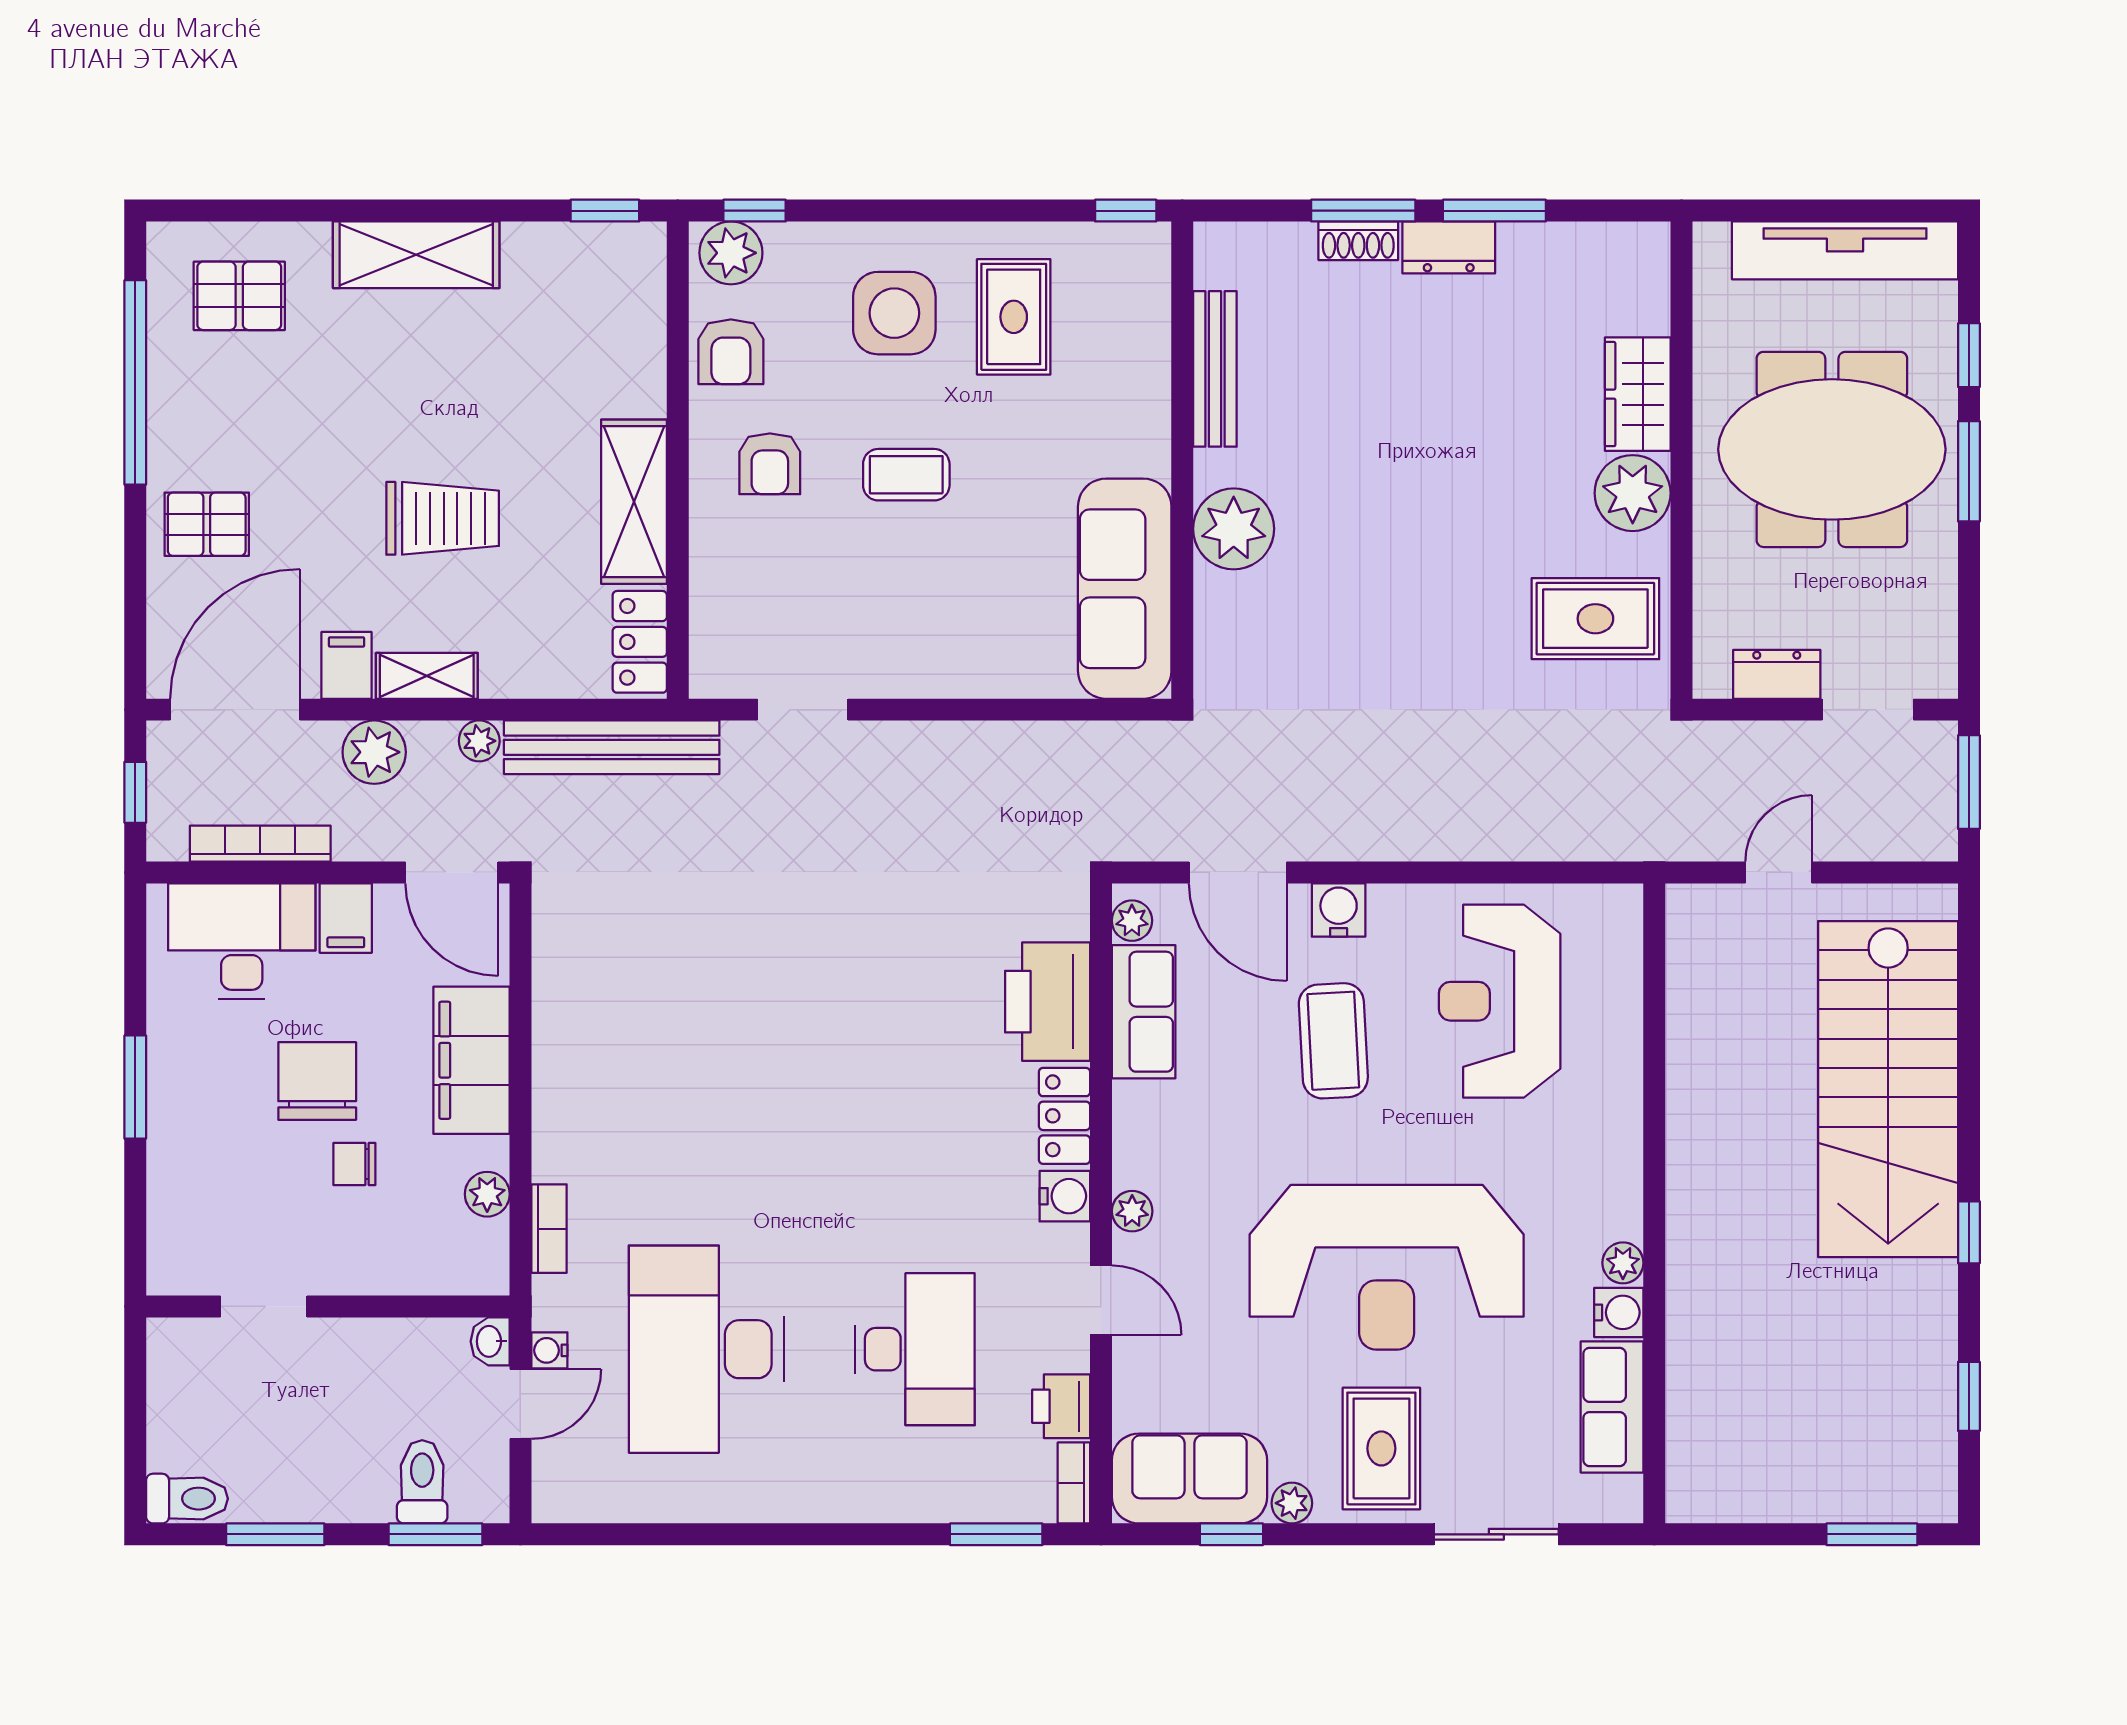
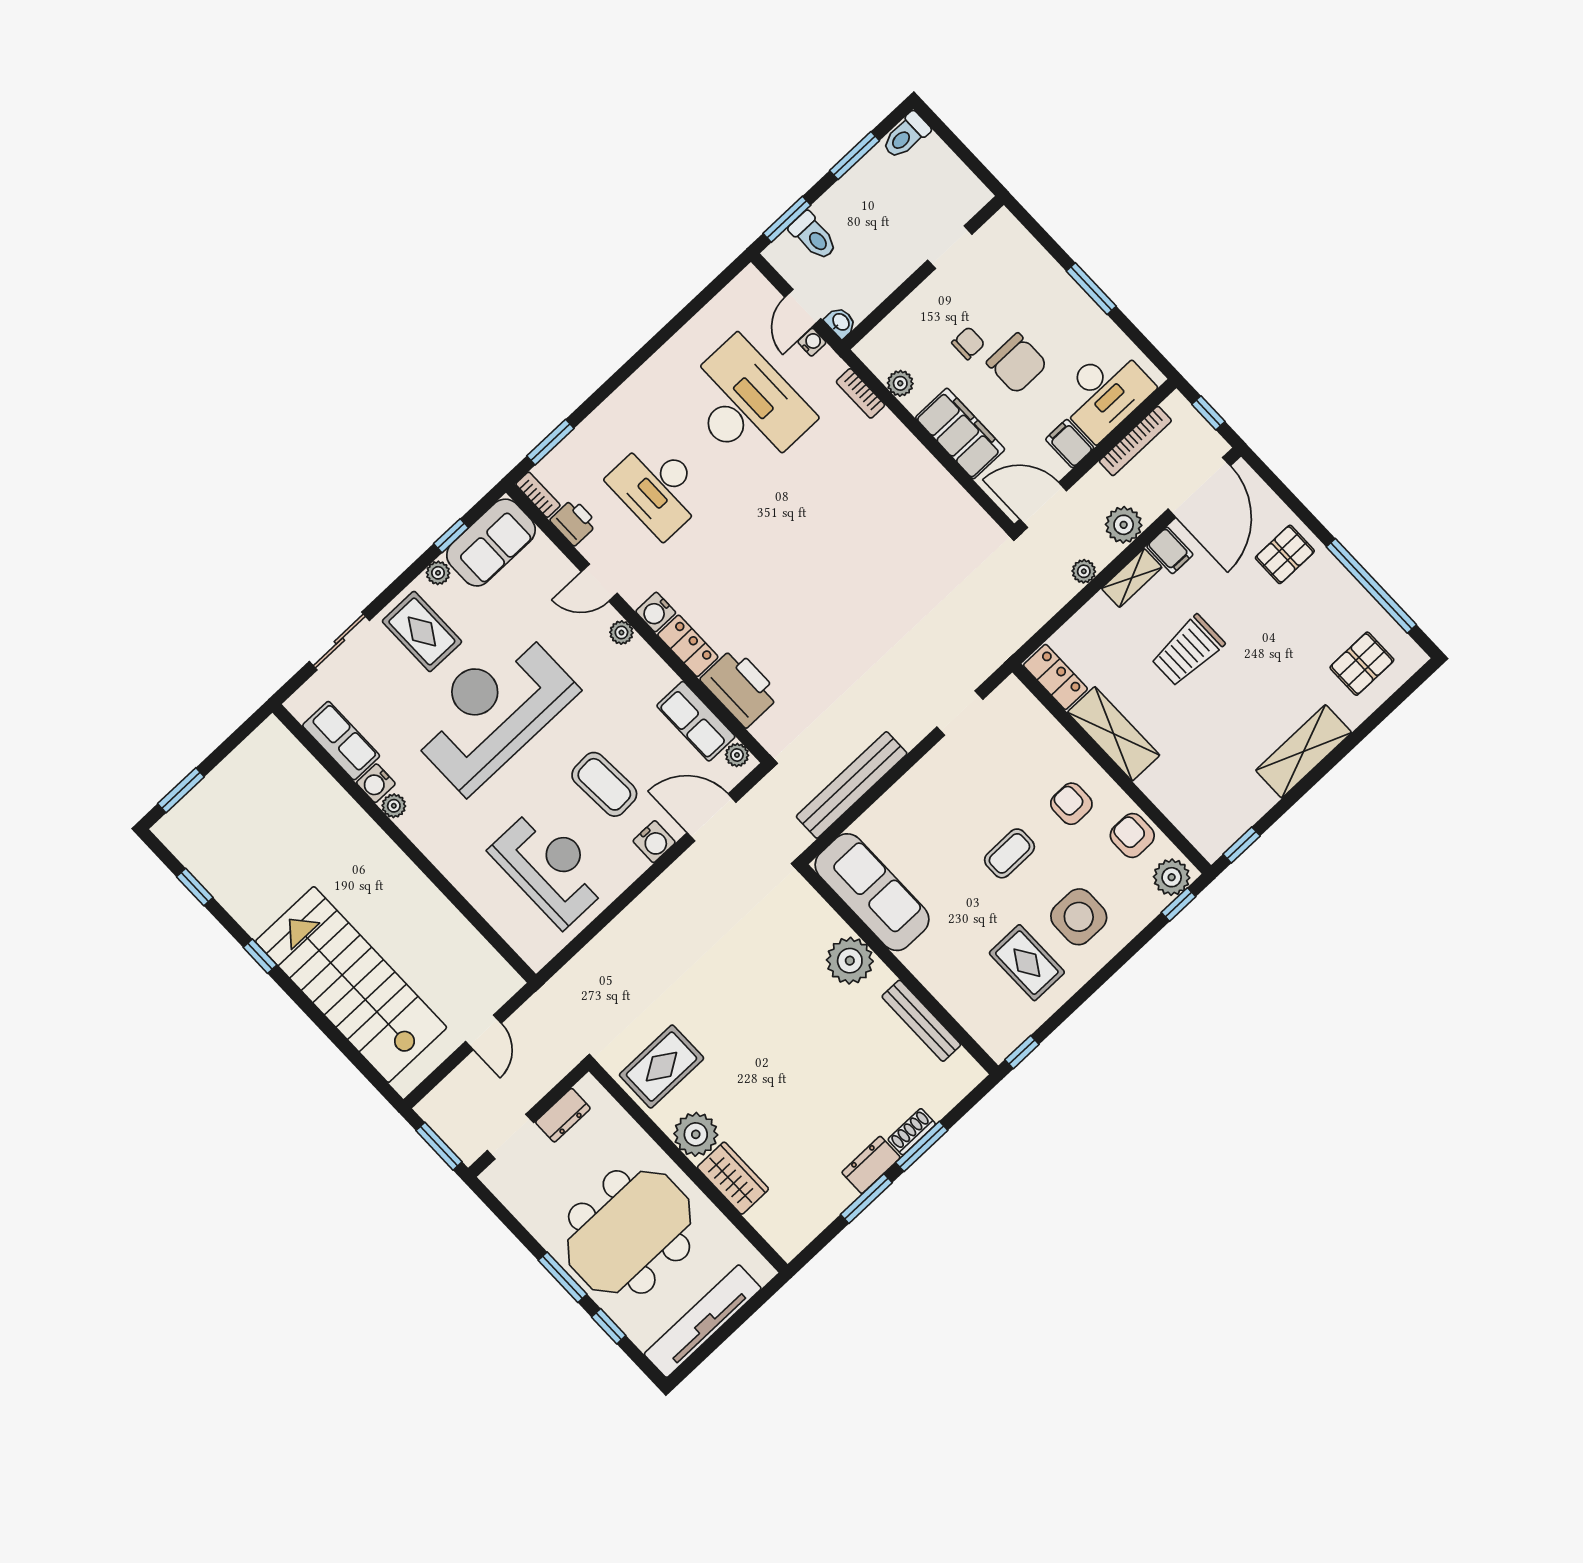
bench: (612, 747) -> (852, 785), moved

